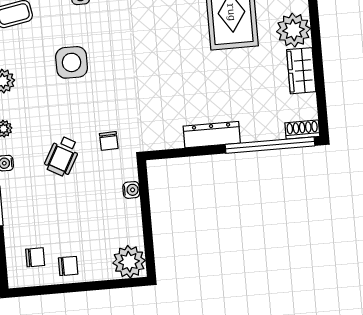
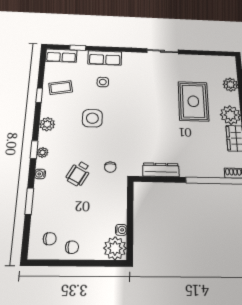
dresser: (212, 135) -> (161, 170), moved
water cooler: (131, 190) -> (121, 230), moved

